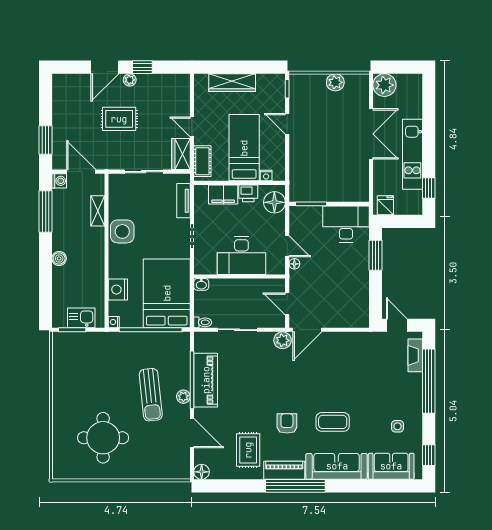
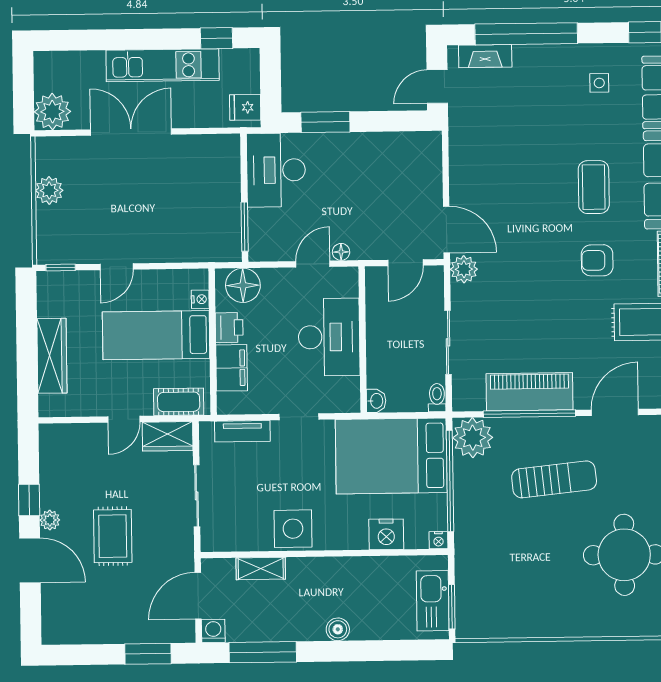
kitchen sink: (81, 318) -> (433, 601), width x1.38
plant: (183, 397) -> (473, 438), moved, width x1.88, depth x1.88

